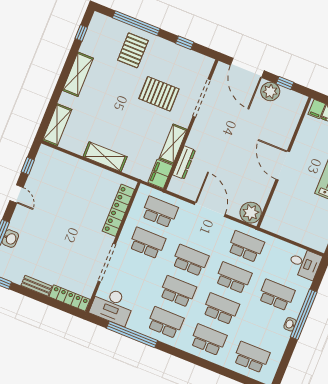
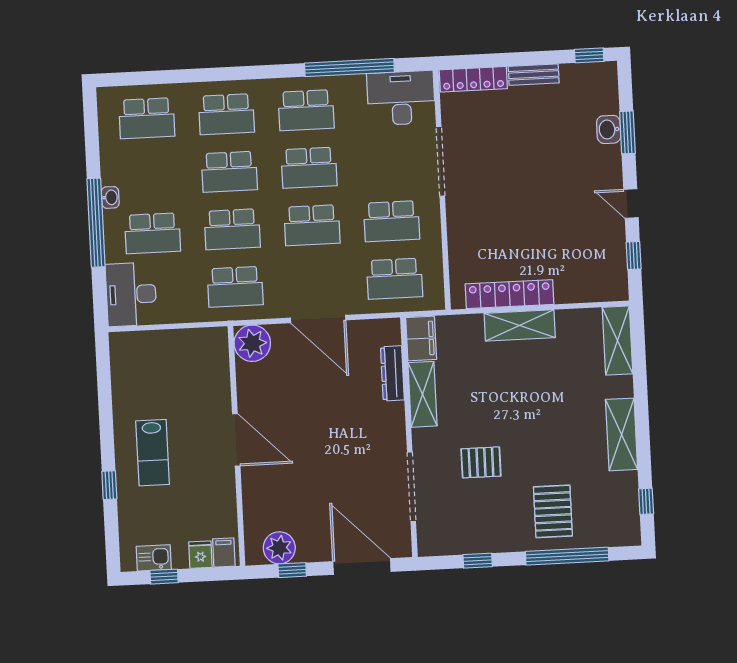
plant: (270, 91) -> (279, 548), moved
pallet: (159, 94) -> (481, 462), width x0.67, depth x0.71
locker: (118, 210) -> (510, 294), moved, turned -90
desk: (305, 263) -> (131, 294), width x1.37

